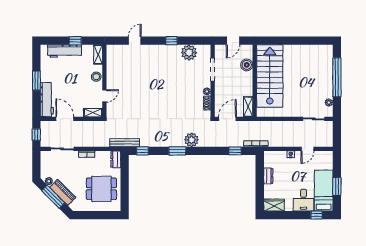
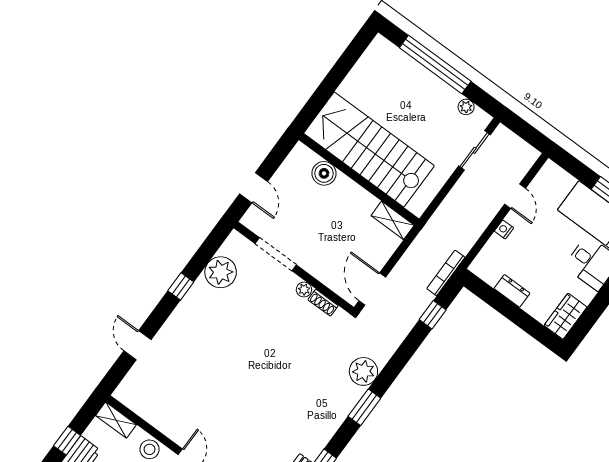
boiler: (247, 65) -> (324, 173), moved
stairs: (270, 76) -> (369, 150), moved
wall: (255, 81) -> (359, 179), moved
shelving: (248, 107) -> (393, 220), moved

